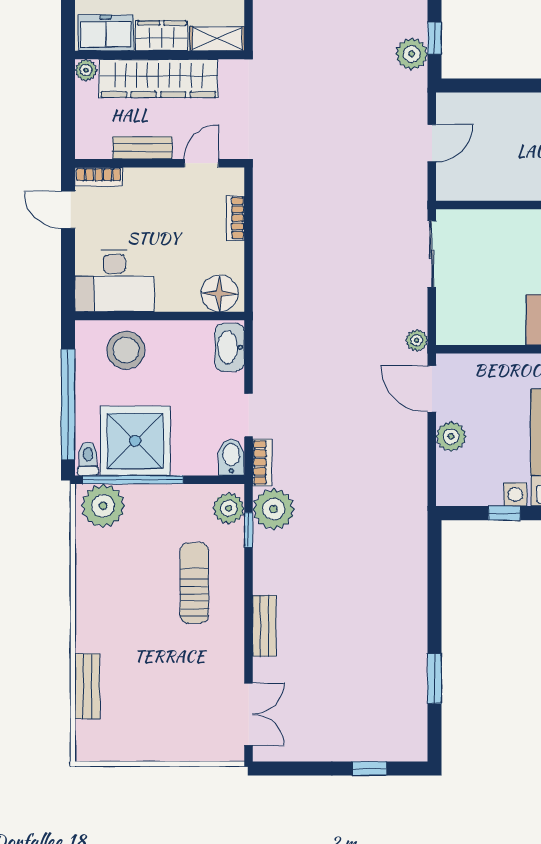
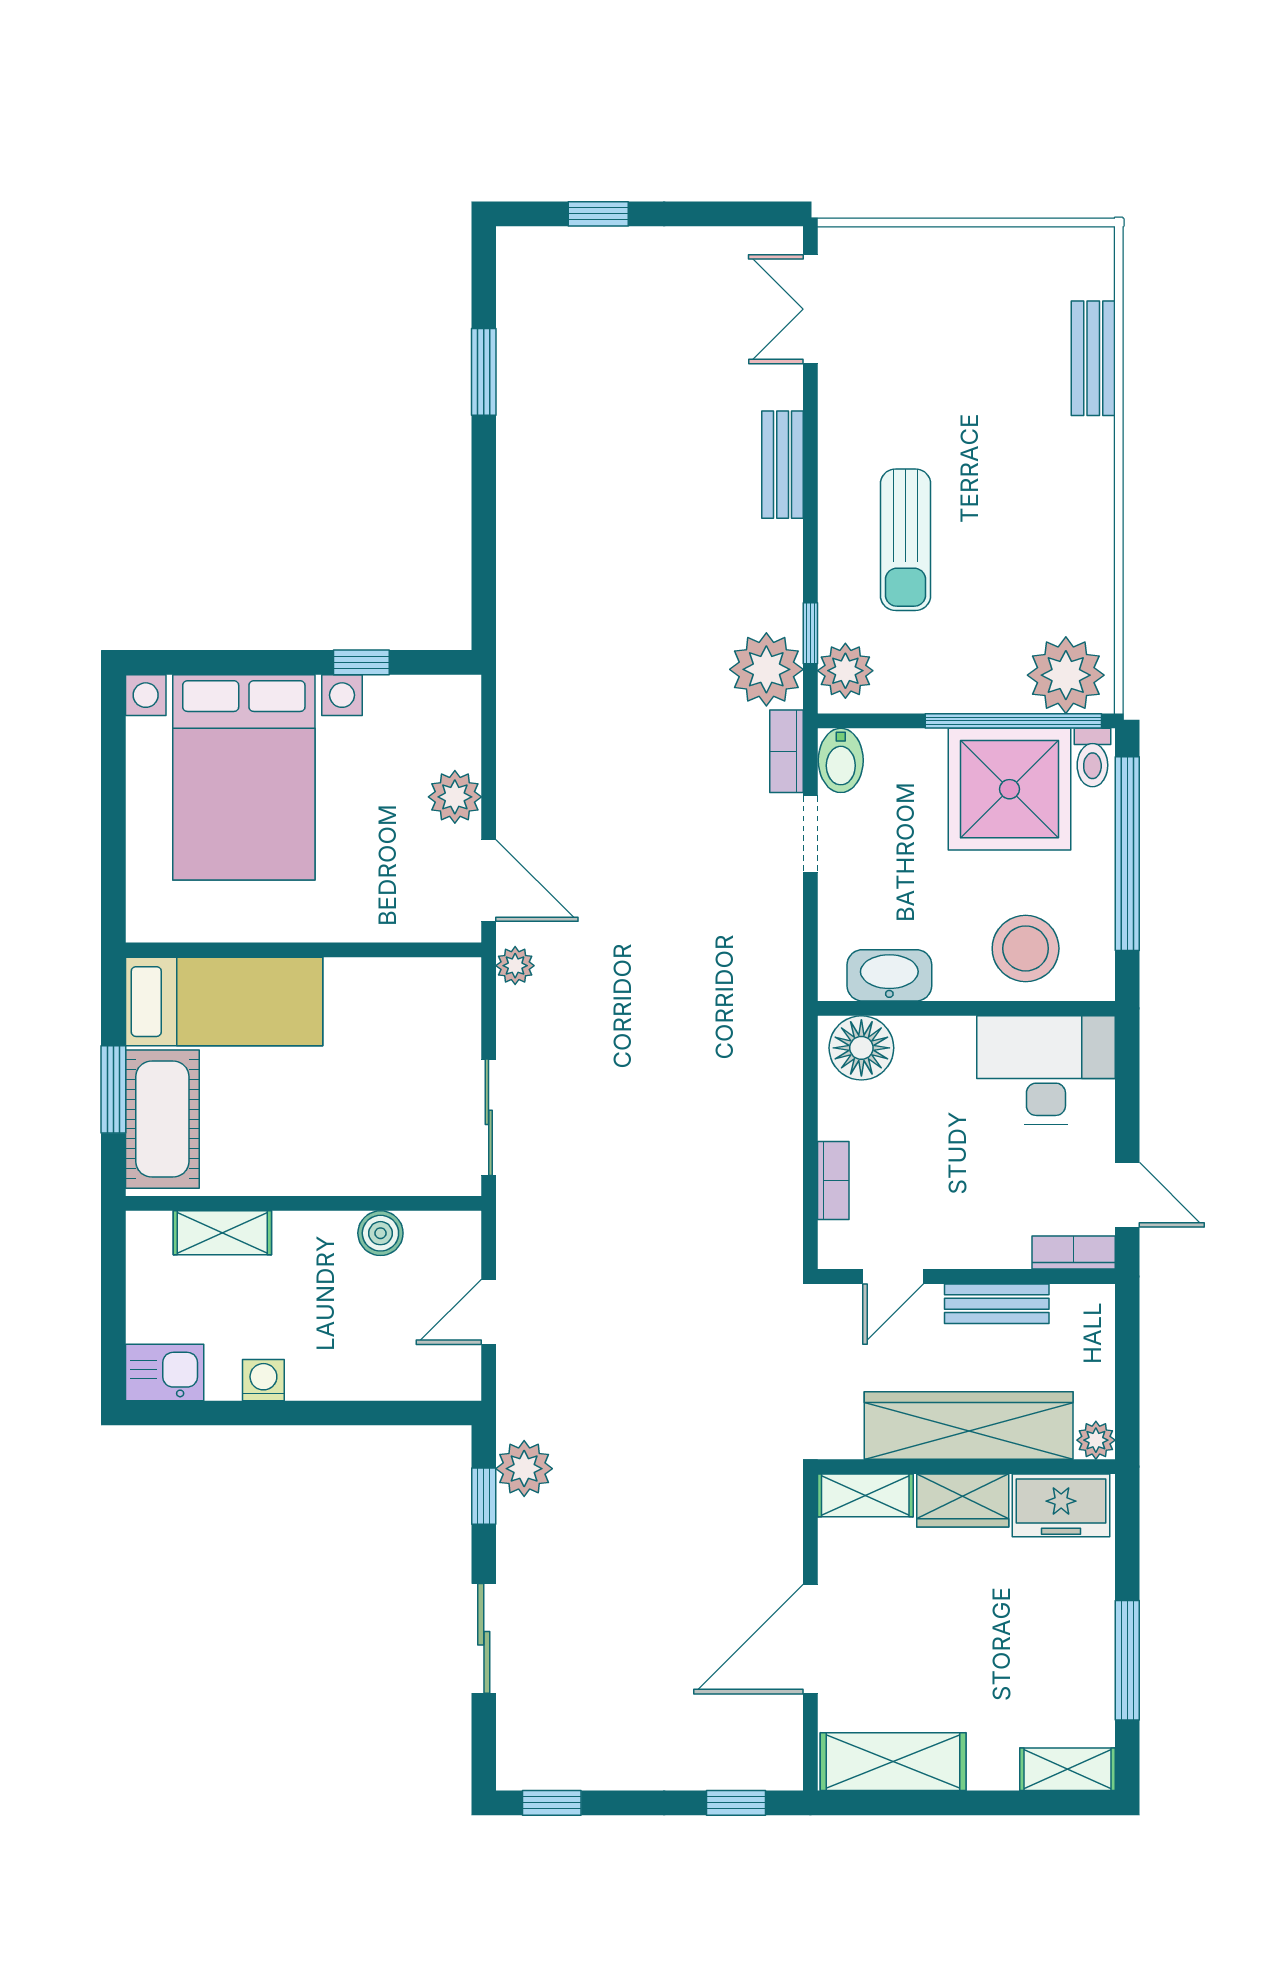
boiler: (493, 188) -> (380, 1233), added
washbasin: (230, 347) -> (889, 975), moved, turned -90

